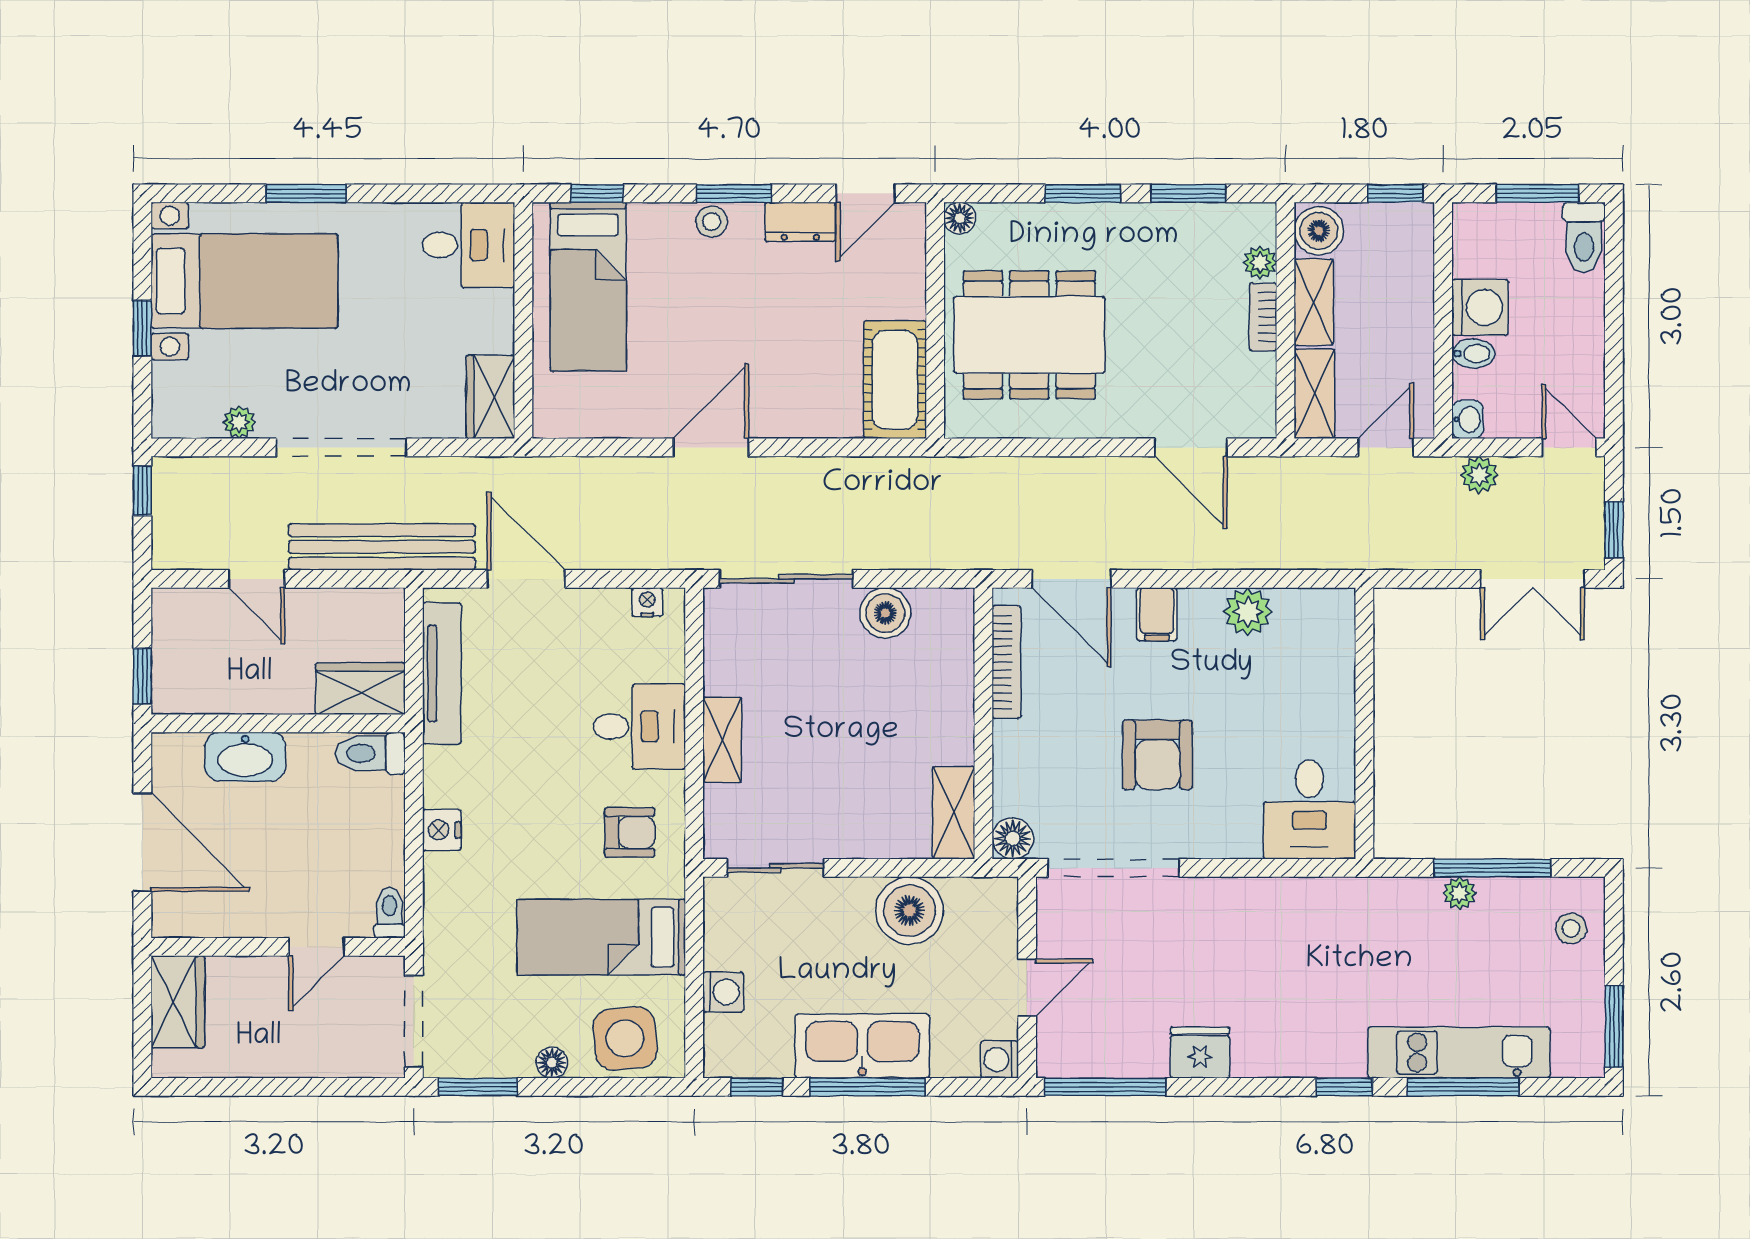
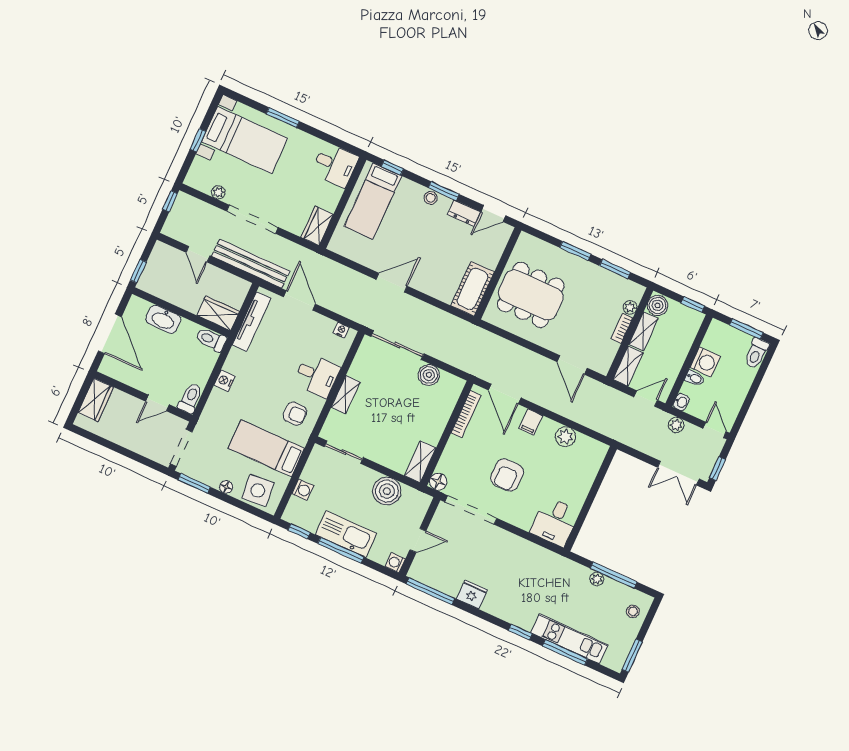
floor lamp: (960, 218) -> (525, 239), removed
toilet: (390, 913) -> (190, 398), width x1.37, depth x1.39

